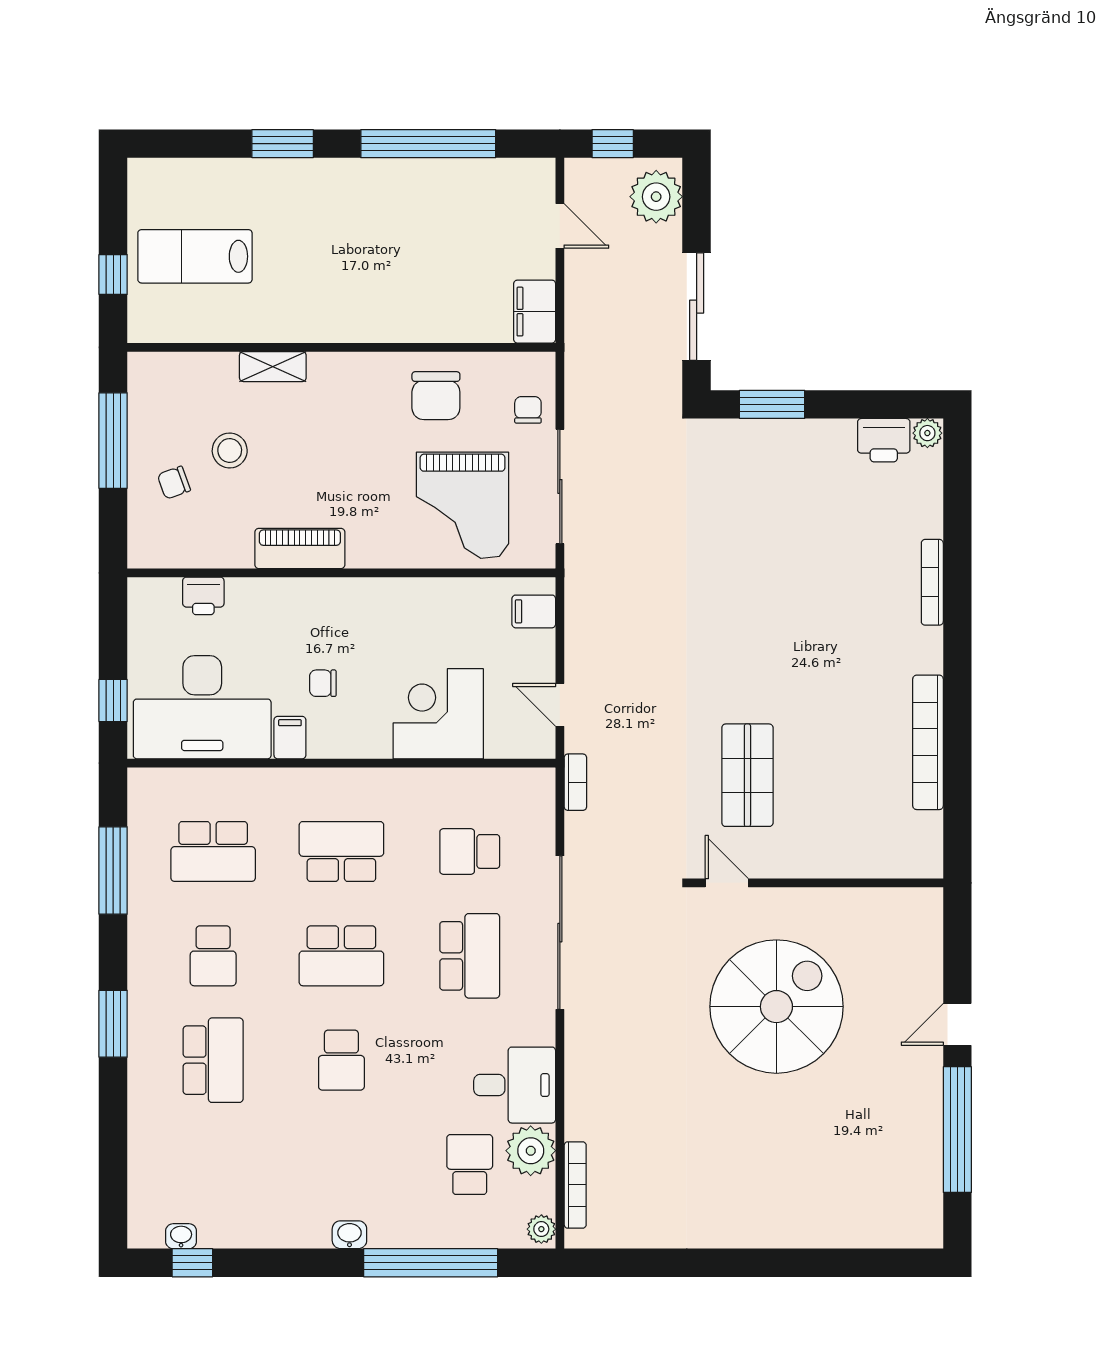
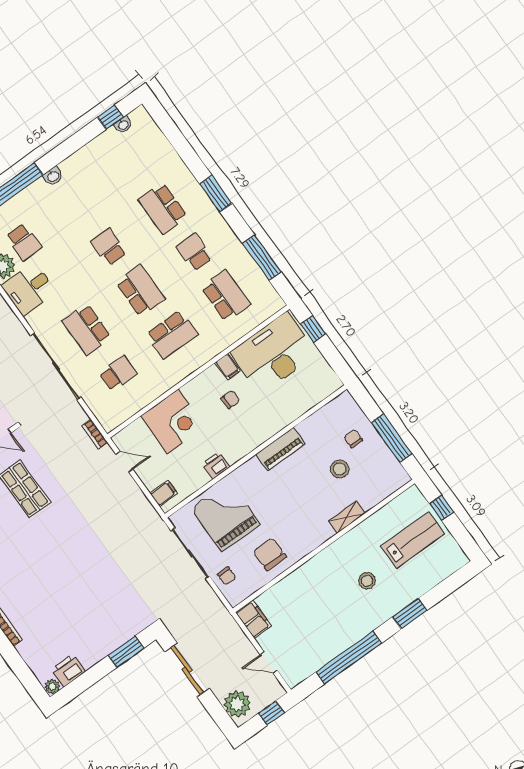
stool: (313, 244) -> (367, 581), added
chair: (174, 483) -> (353, 439), turned -70
printer: (203, 596) -> (216, 465), moved
school desk: (213, 851) -> (226, 296), turned 90
school desk: (341, 956) -> (140, 291), turned 90

